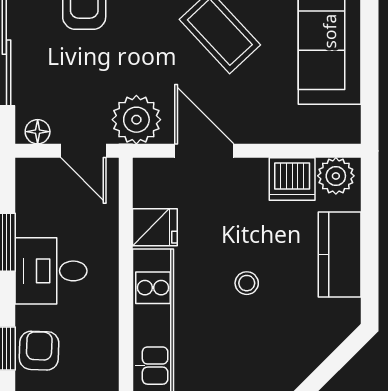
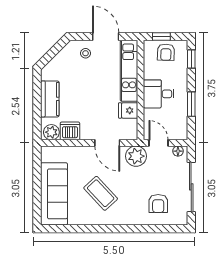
desk: (51, 271) -> (159, 94), moved, turned 180
stool: (247, 283) -> (86, 53), moved
armchair: (39, 351) -> (166, 52), moved

